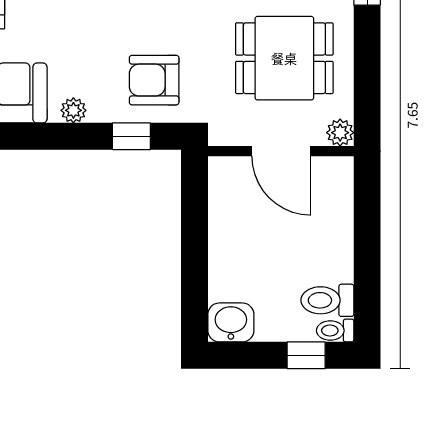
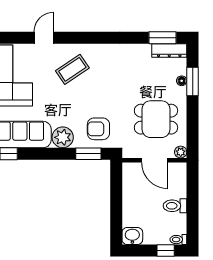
plant: (73, 110) -> (63, 137), width x1.88, depth x1.88
window: (131, 136) -> (88, 154), width x1.50
toilet: (327, 300) -> (175, 206), moved

